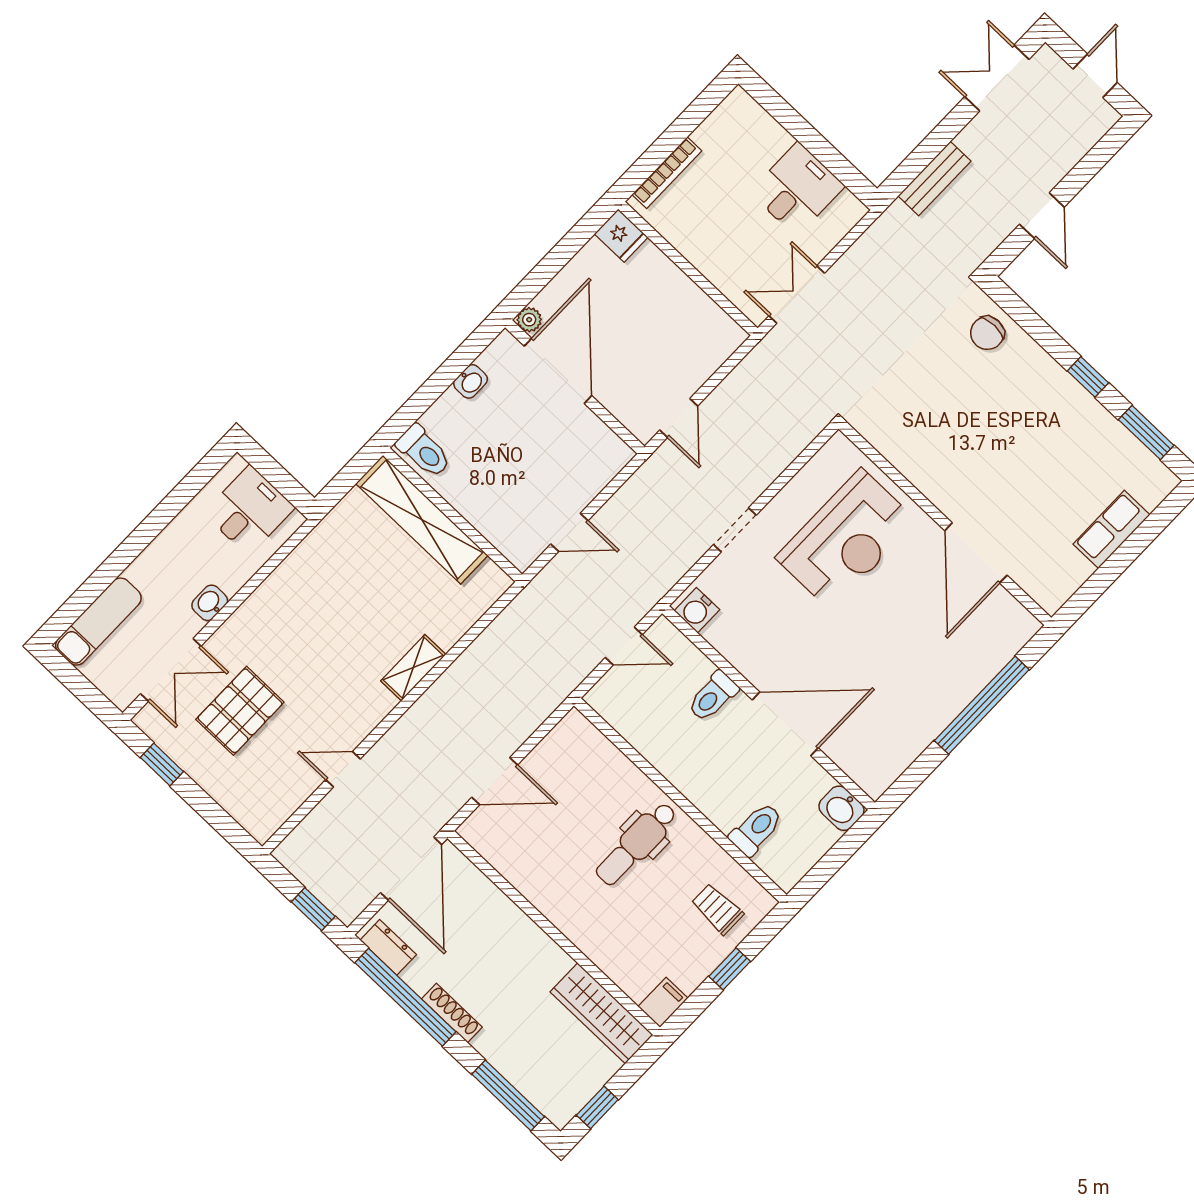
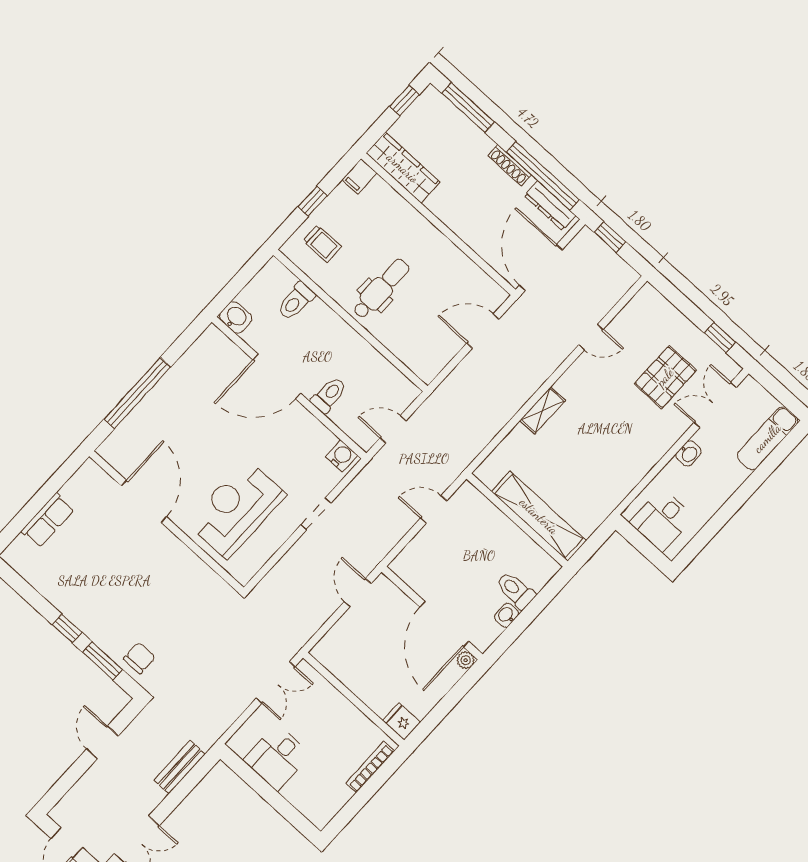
window: (1146, 433) -> (102, 661), moved
toilet: (424, 451) -> (515, 590), moved
dresser: (388, 947) -> (550, 206), width x1.44

